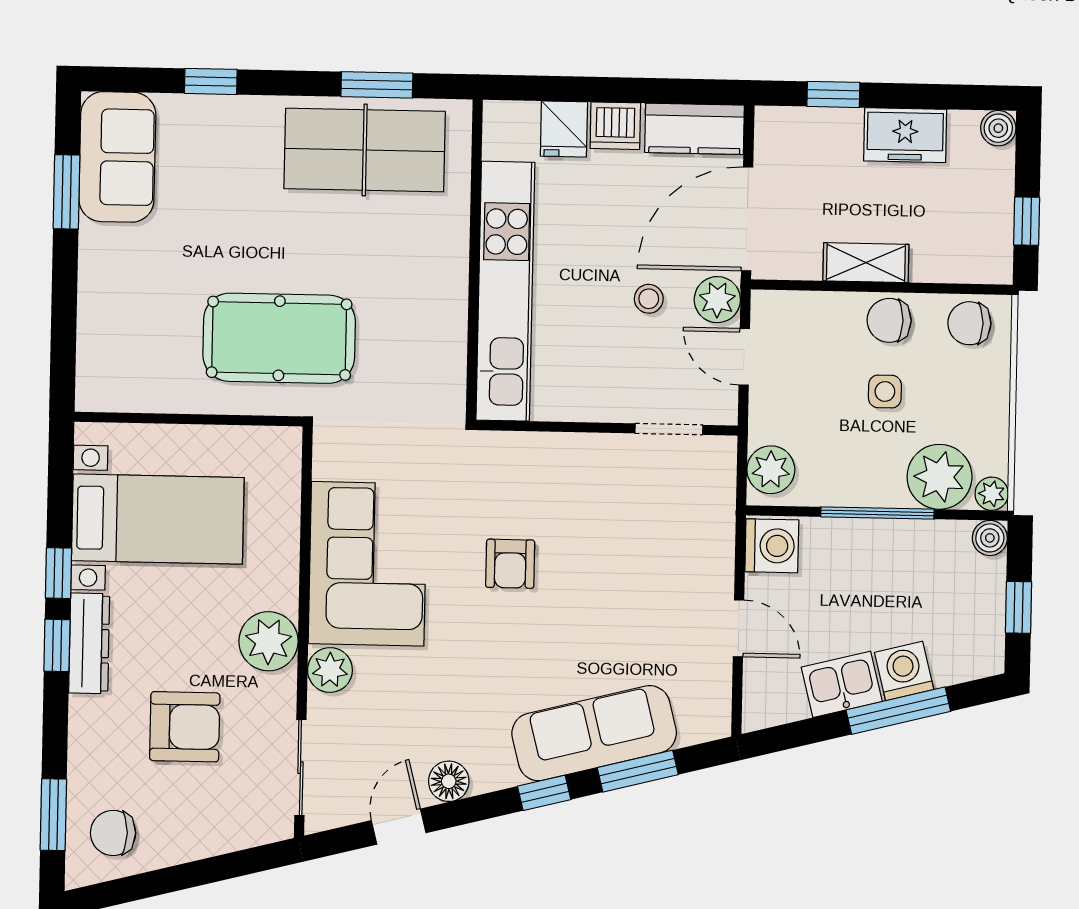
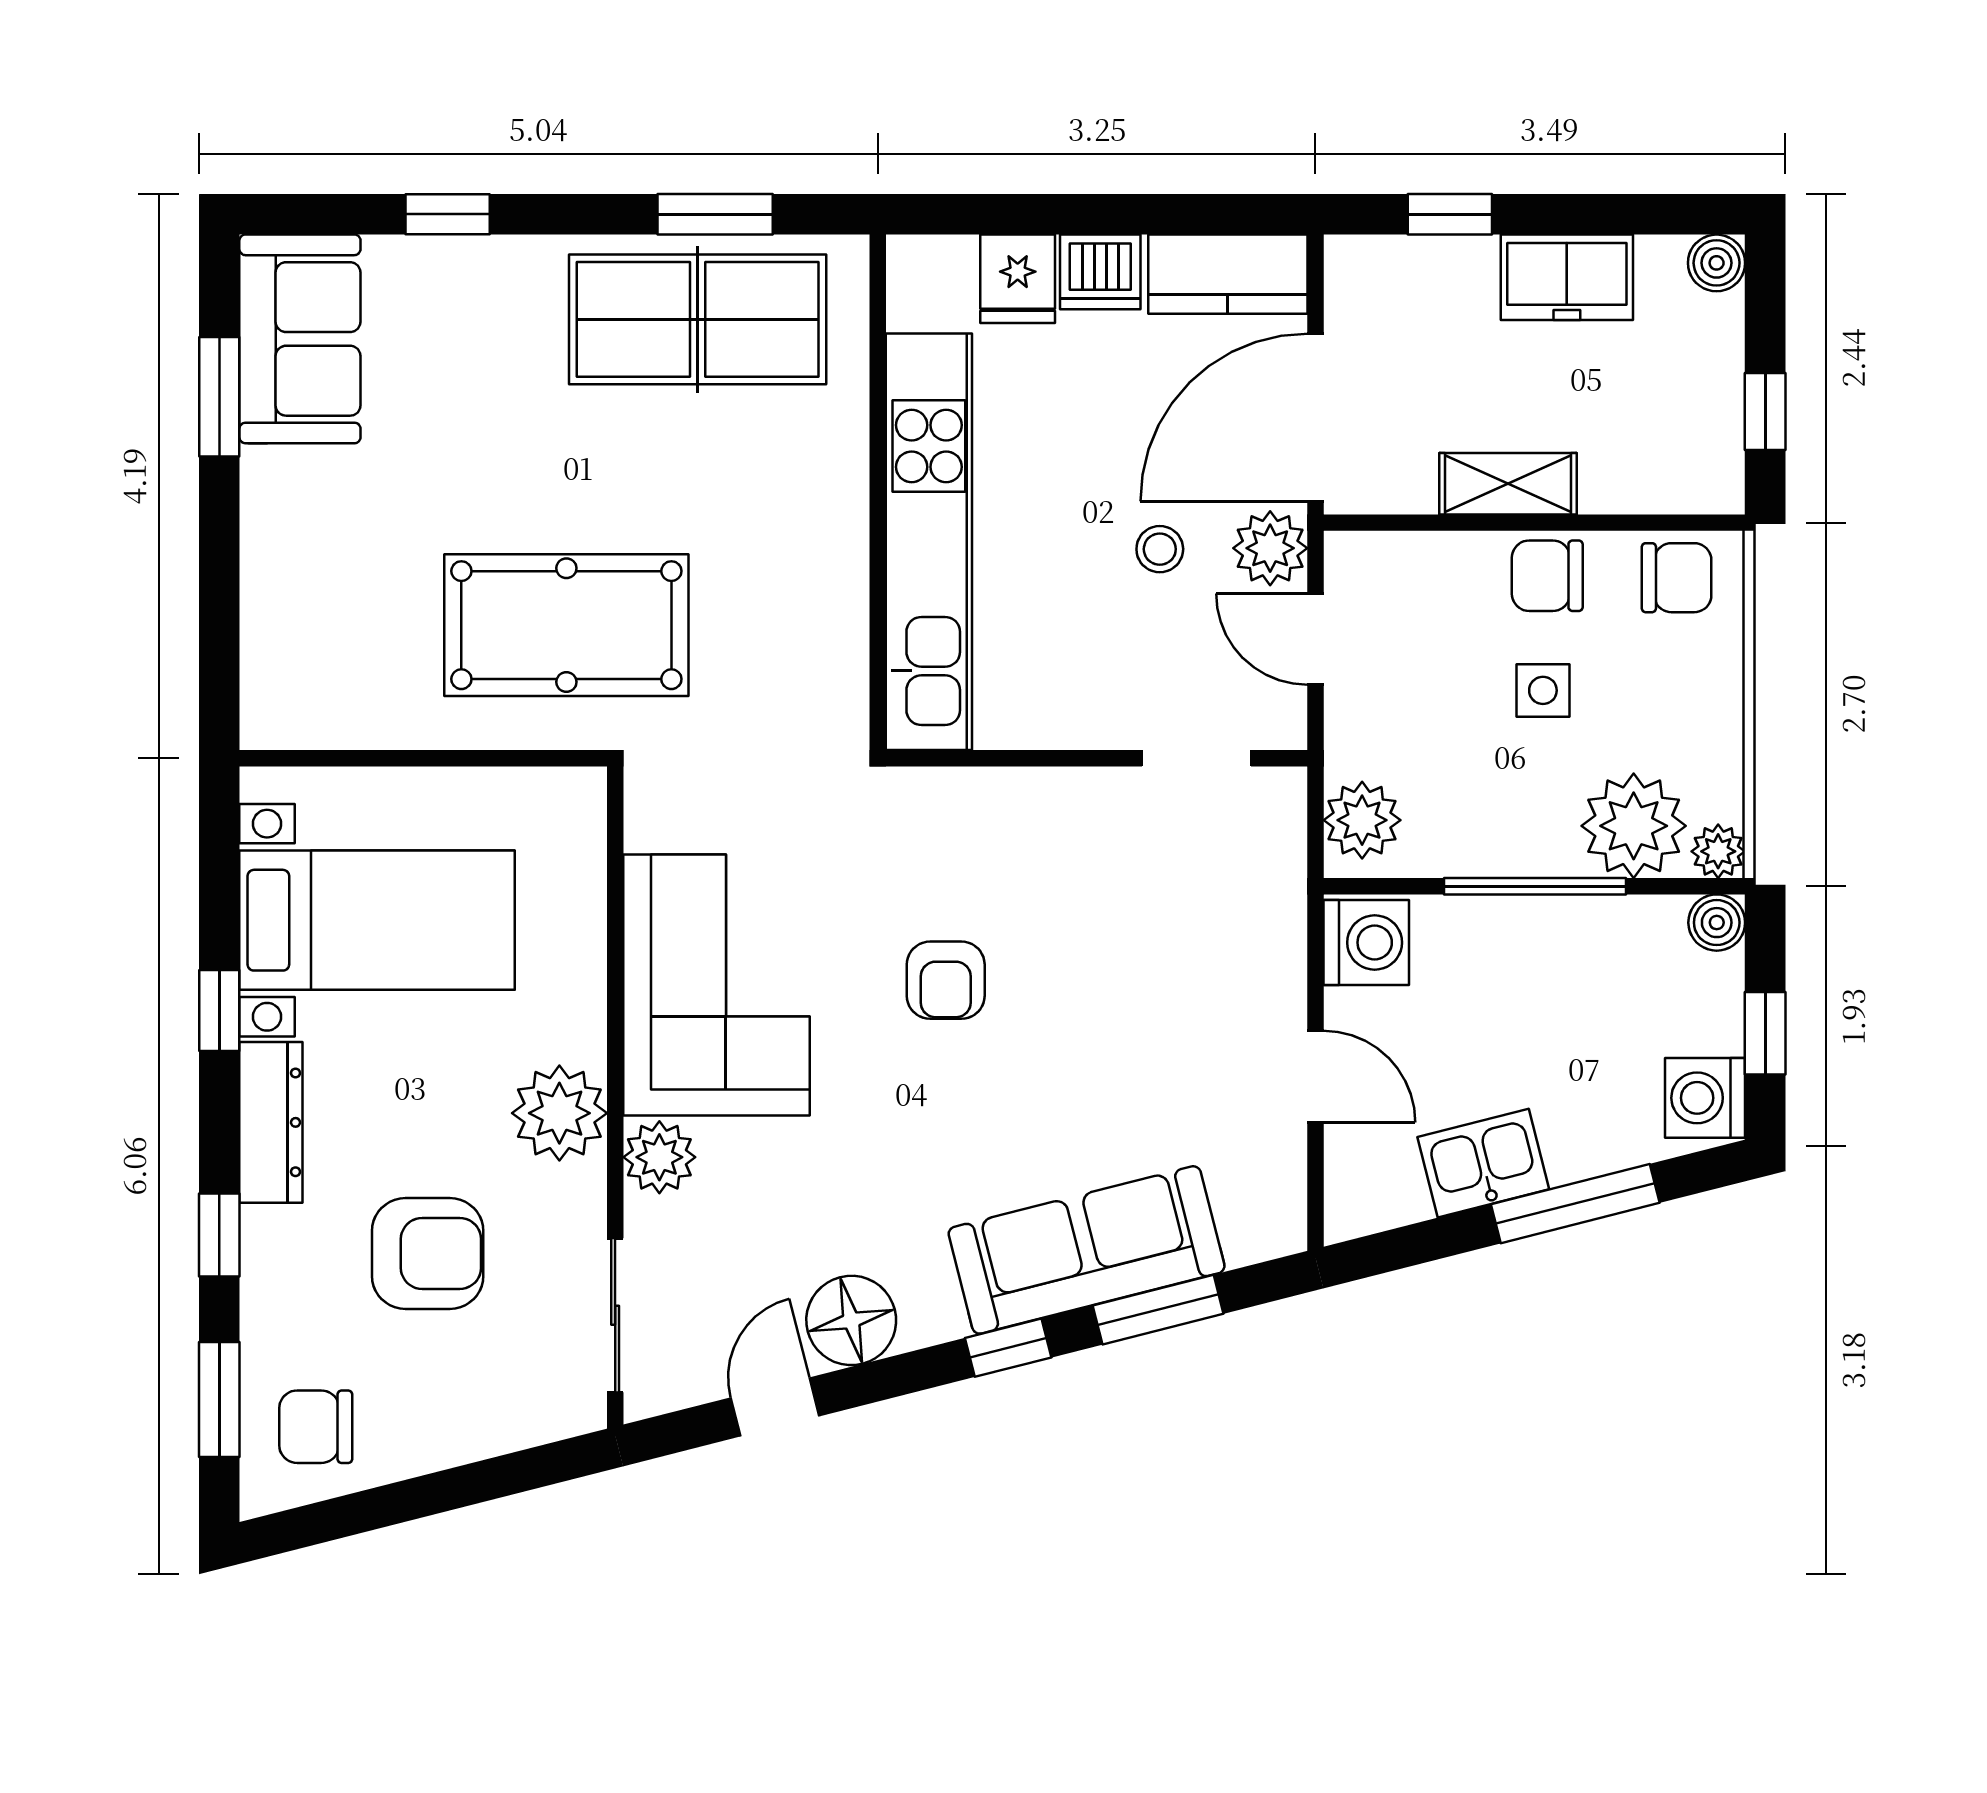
chair: (969, 323) -> (1677, 578), turned 180
window: (57, 645) -> (219, 1235), moved
washing machine: (904, 671) -> (1705, 1098), moved, turned -76
floor lamp: (449, 781) -> (851, 1320), width x1.38, depth x1.38

